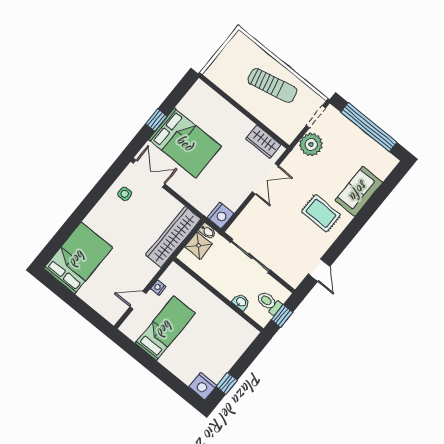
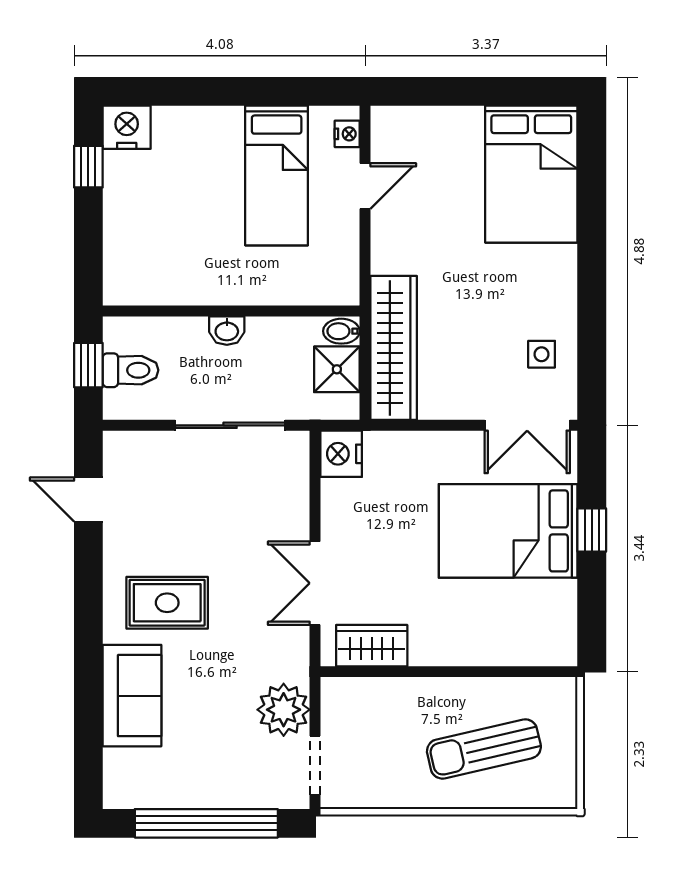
sun lounger: (272, 85) -> (484, 749), moved
bidet: (207, 231) -> (341, 331), moved
nightstand: (158, 288) -> (347, 134), moved
washbasin: (241, 302) -> (227, 331), moved

